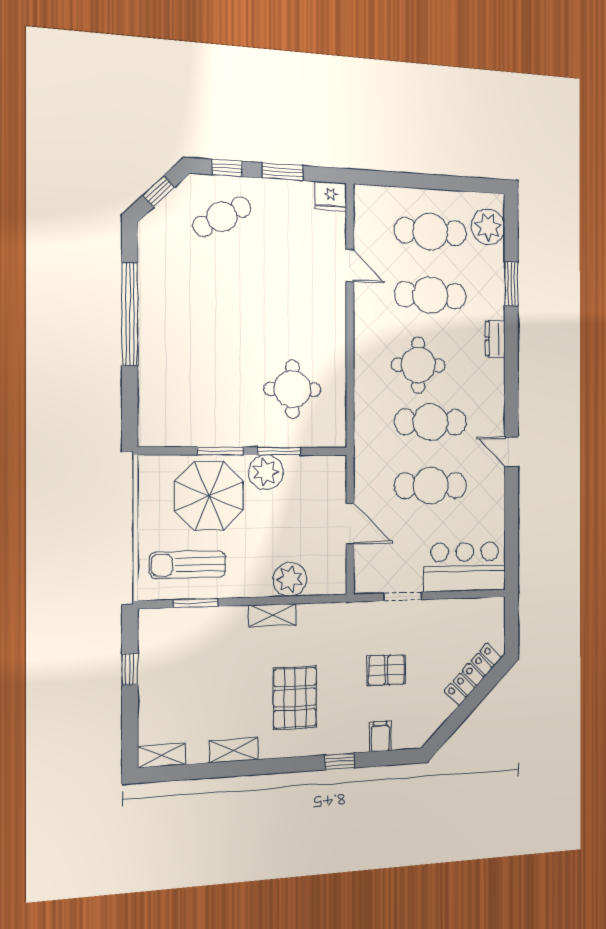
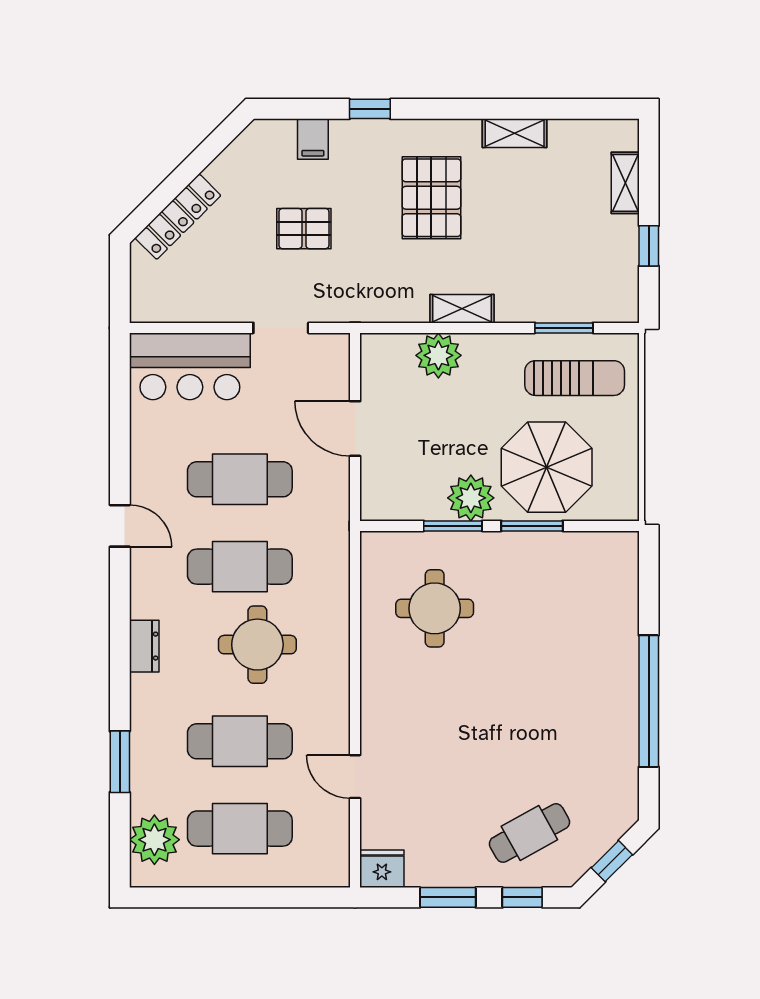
dresser: (495, 339) -> (144, 646), moved
shelving: (162, 756) -> (625, 183), moved, turned 90

